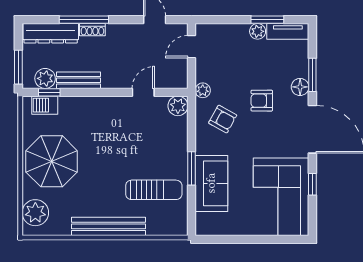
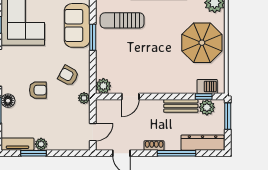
shoe rack: (92, 30) -> (154, 145), moved

